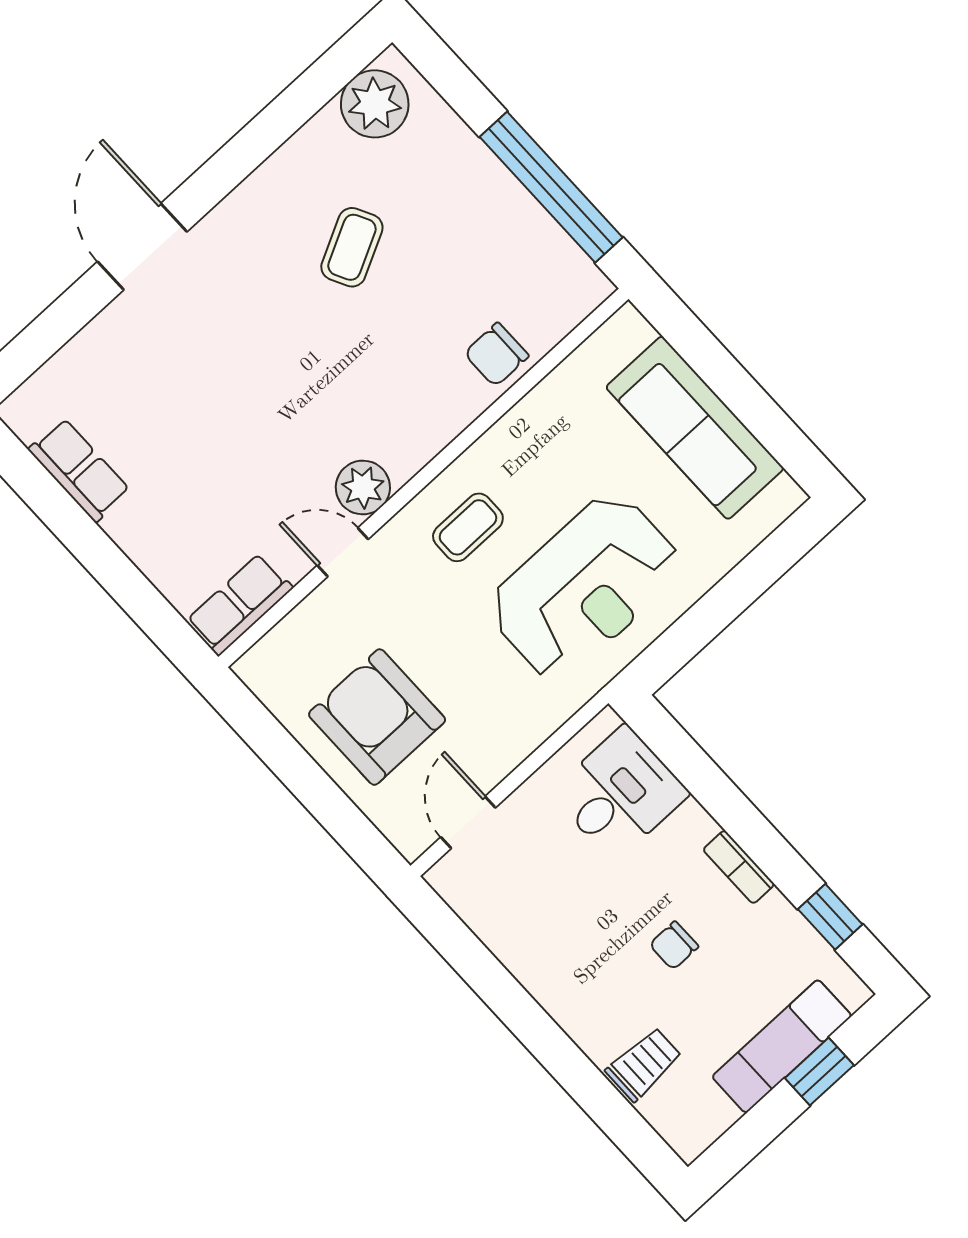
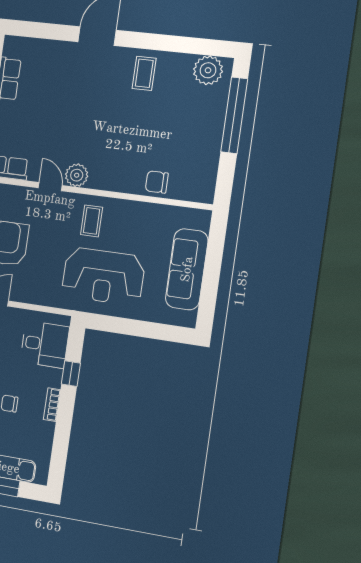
window: (551, 187) -> (234, 115), moved
coffee table: (352, 247) -> (144, 73), moved, turned -63
coffee table: (468, 527) -> (92, 221), turned 90
window: (830, 917) -> (71, 374), moved

